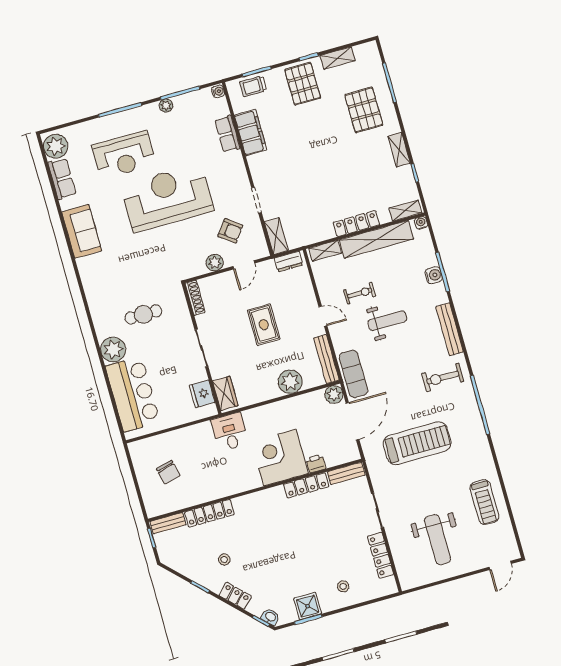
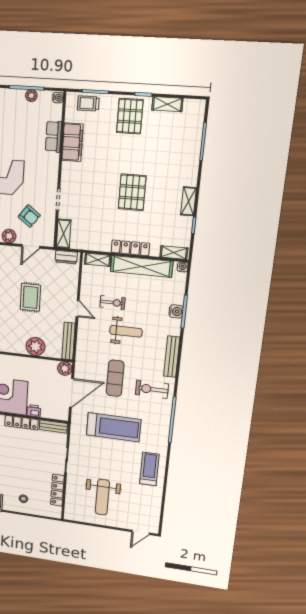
plant: (166, 106) -> (31, 96), moved
pallet: (364, 110) -> (132, 192), moved
exercise mat: (353, 374) -> (115, 378), moved
treadmill: (484, 502) -> (149, 469), moved, turned 180

